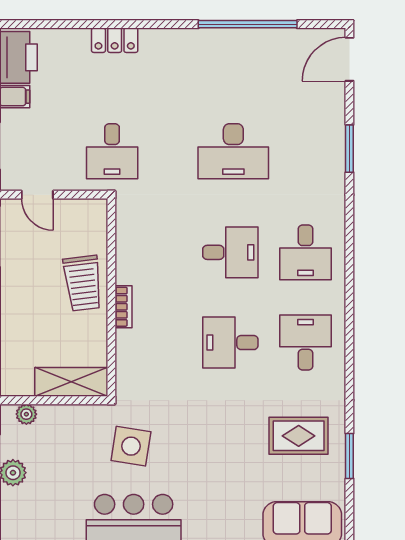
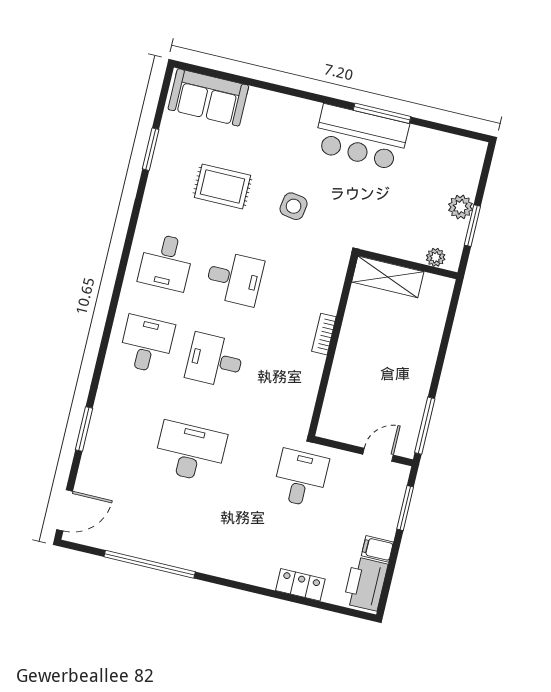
locker: (115, 40) -> (300, 585), moved
door: (37, 195) -> (378, 455), hinge flipped
trolley: (83, 283) -> (356, 364), removed
rug: (299, 436) -> (222, 186), moved
side table: (131, 446) -> (294, 206), moved, width x0.73, depth x0.73

